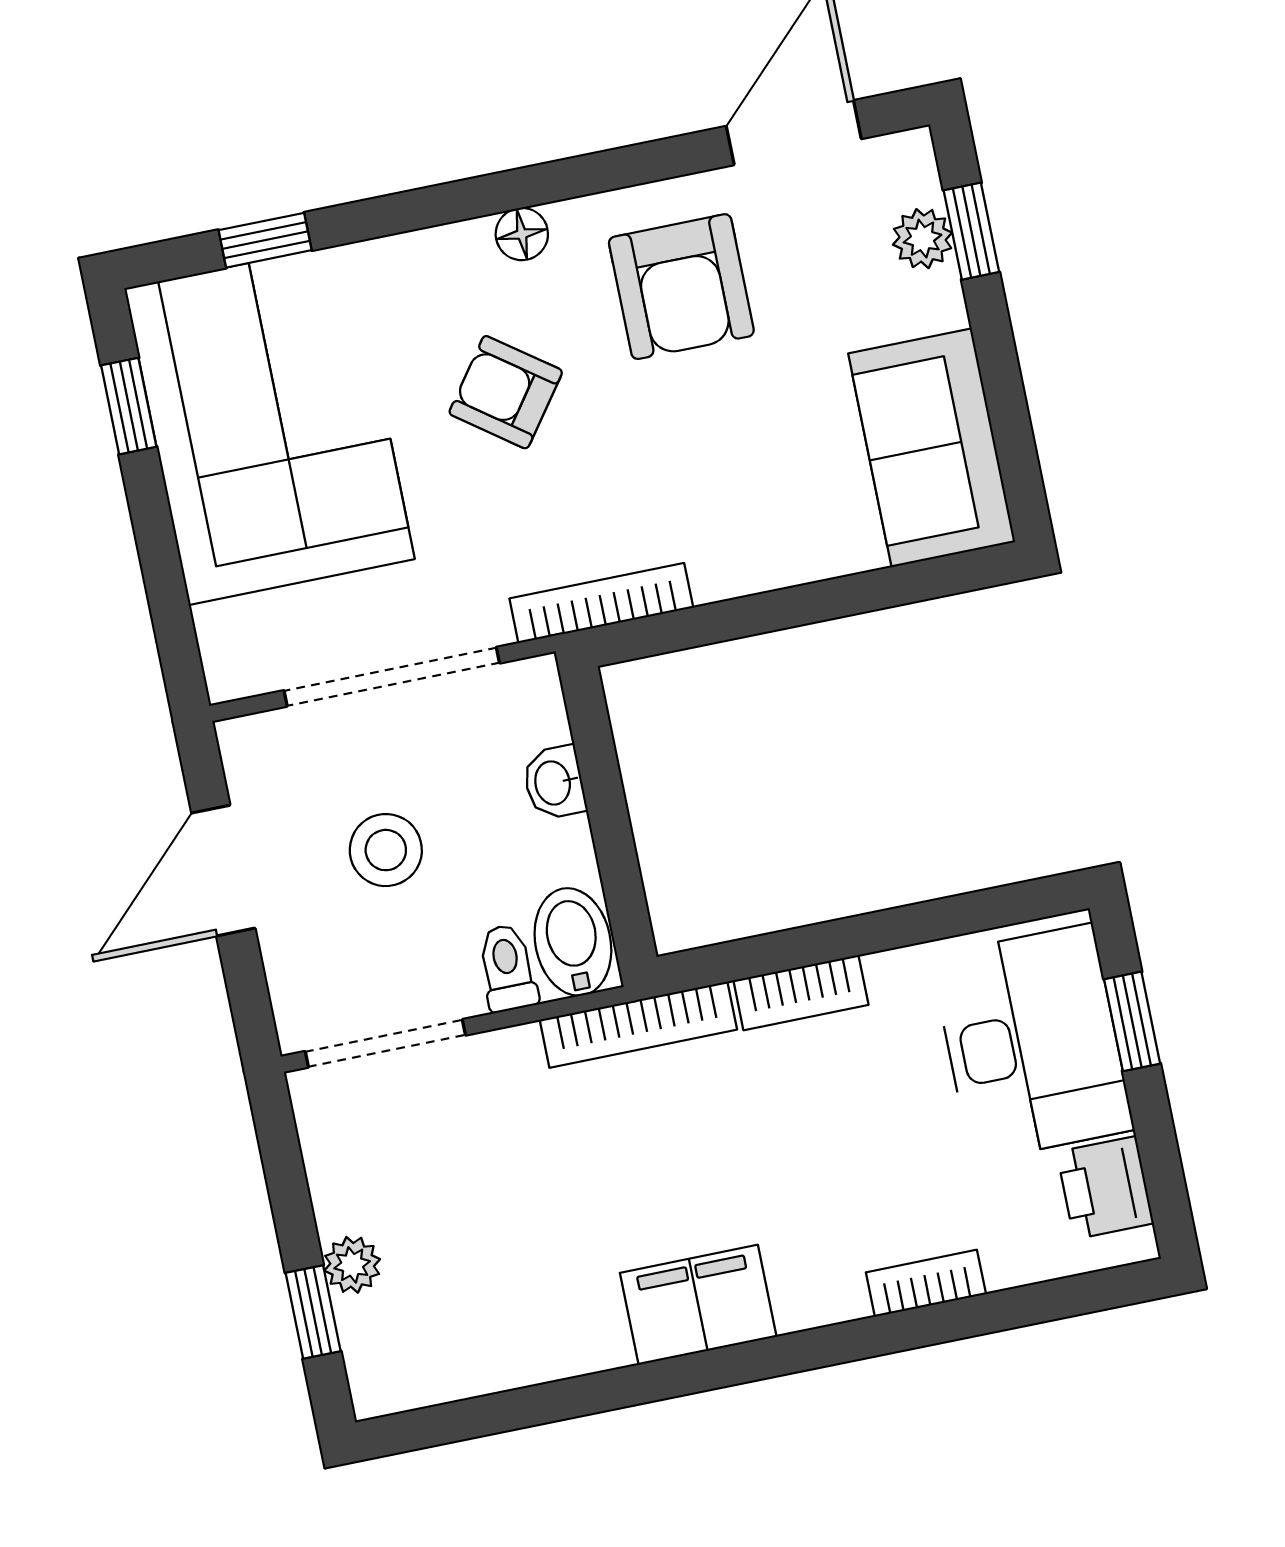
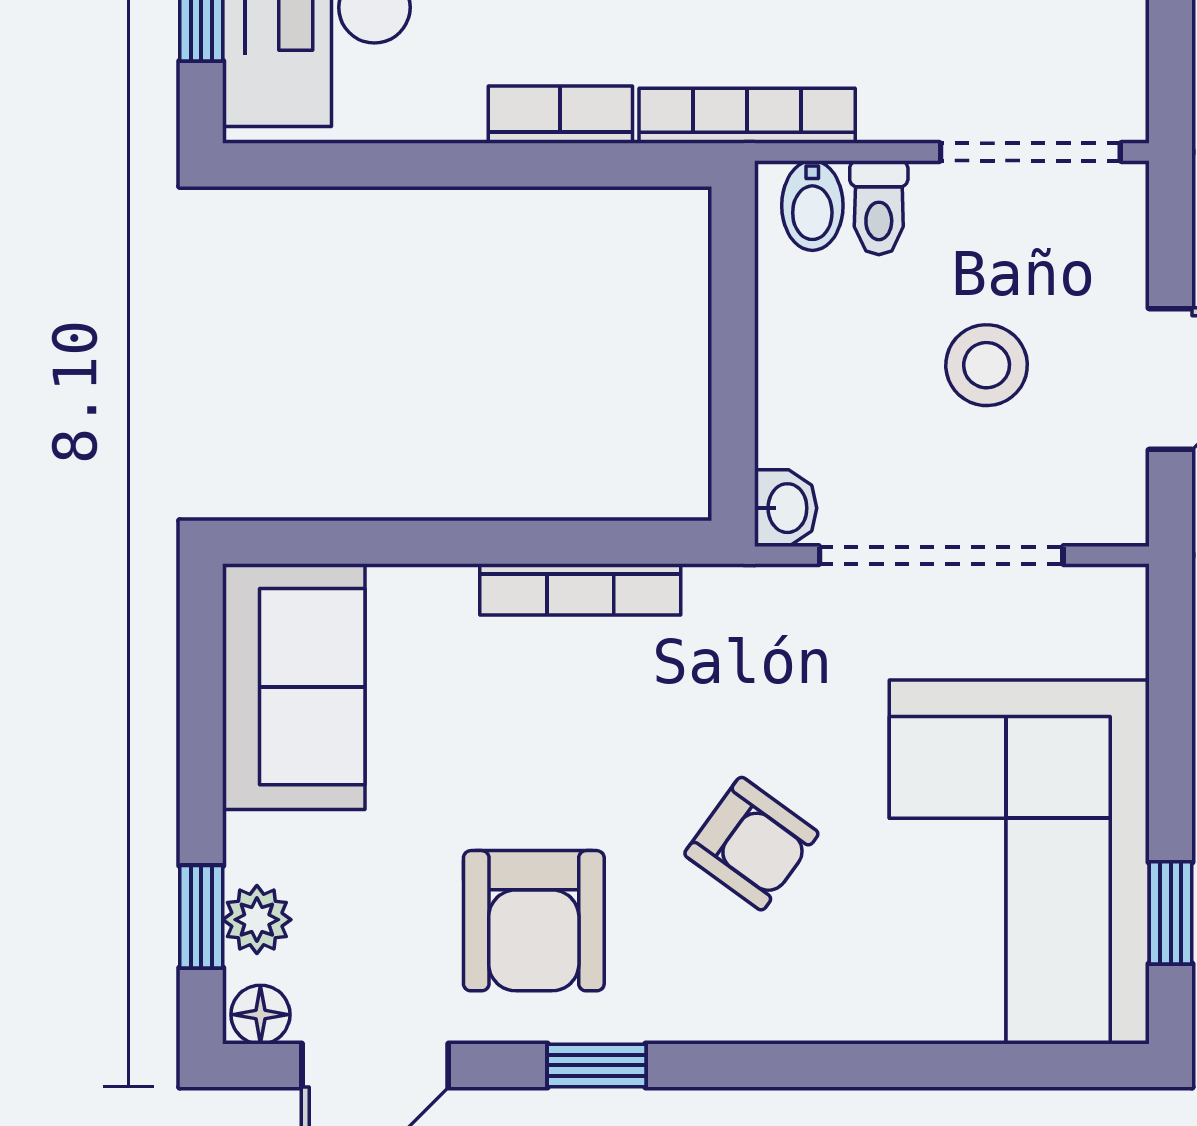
floor lamp: (522, 234) -> (260, 1015), moved
window: (265, 240) -> (597, 1065), moved
armchair: (681, 287) -> (534, 921), turned 180
bookcase: (601, 603) -> (580, 589), moved
washbasin: (554, 783) -> (786, 508), moved
bidet: (573, 942) -> (812, 206), width x0.72, depth x0.74

